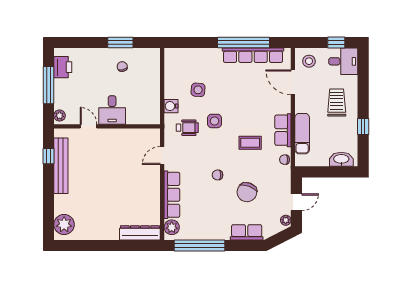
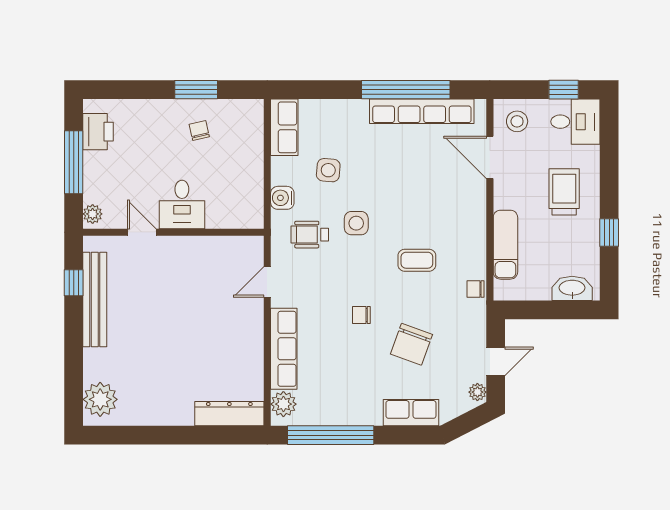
wheelchair: (187, 128) -> (310, 235), turned 180
row of seats: (283, 130) -> (284, 127), moved, turned 180

